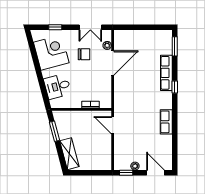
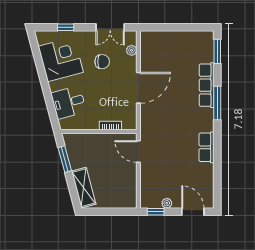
door: (113, 63) -> (138, 88), moved
window: (175, 87) -> (217, 103), width x2.17

